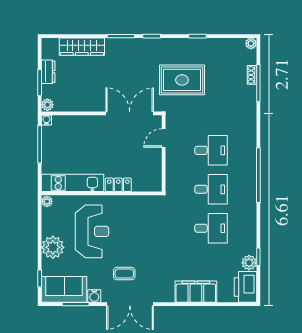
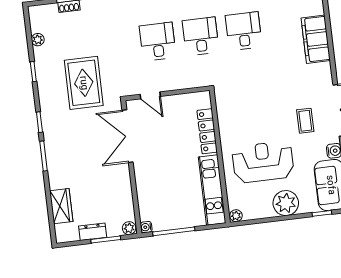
plant: (251, 43) -> (38, 40), moved
wardrobe: (82, 47) -> (61, 206), width x0.67
locker: (118, 185) -> (207, 131), width x1.53

